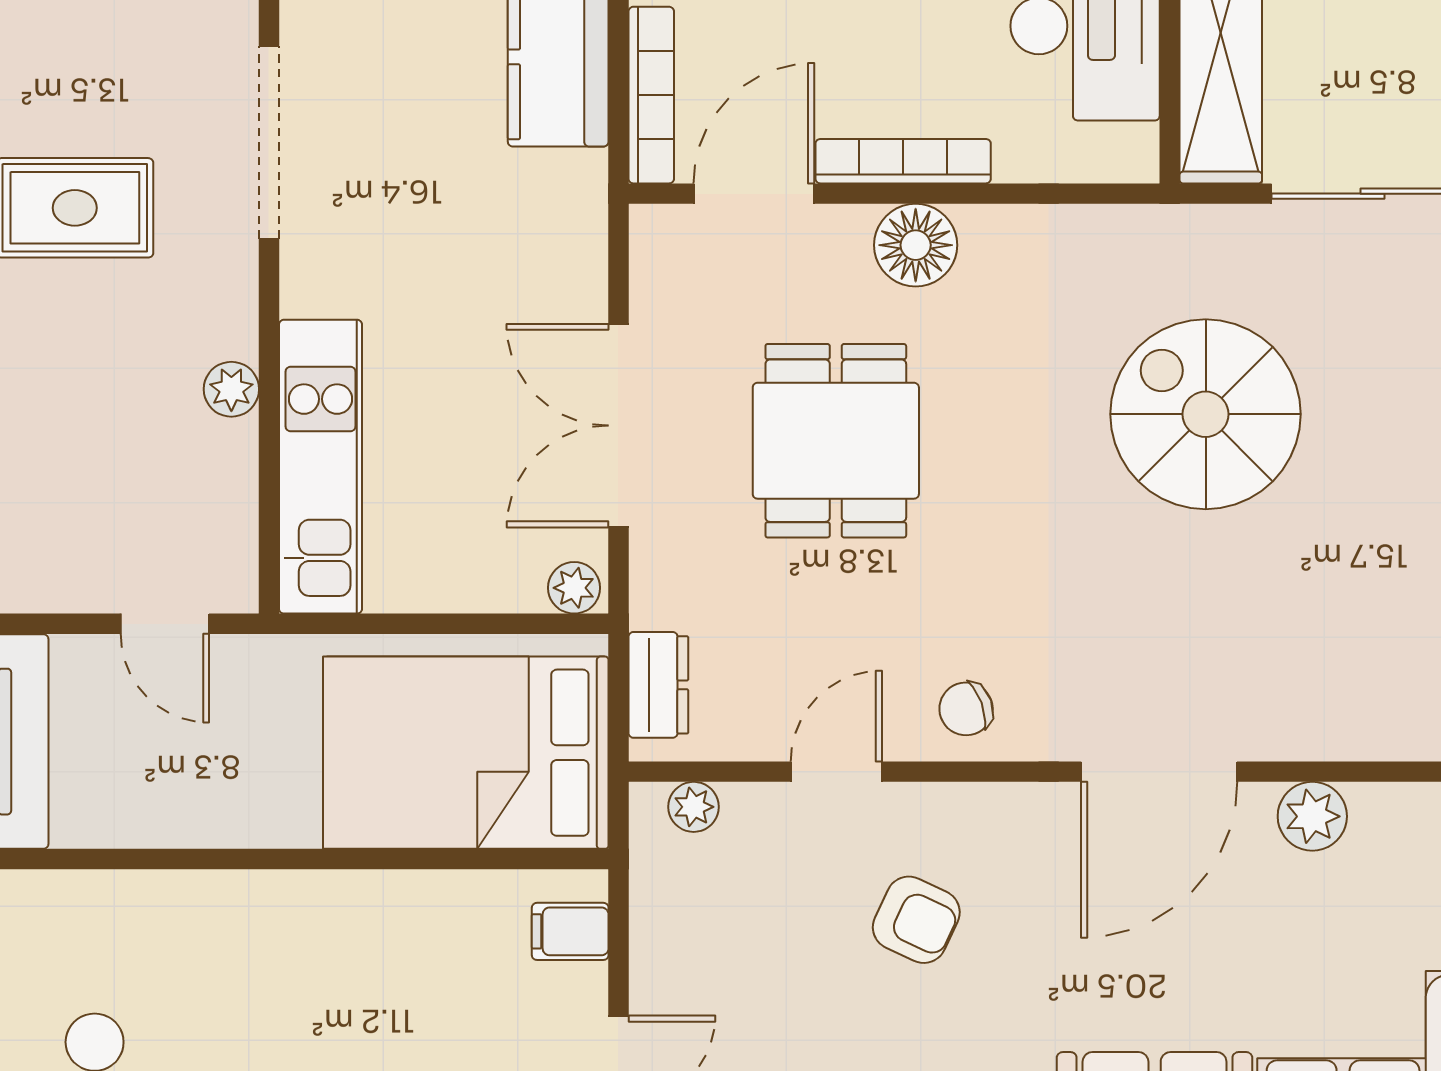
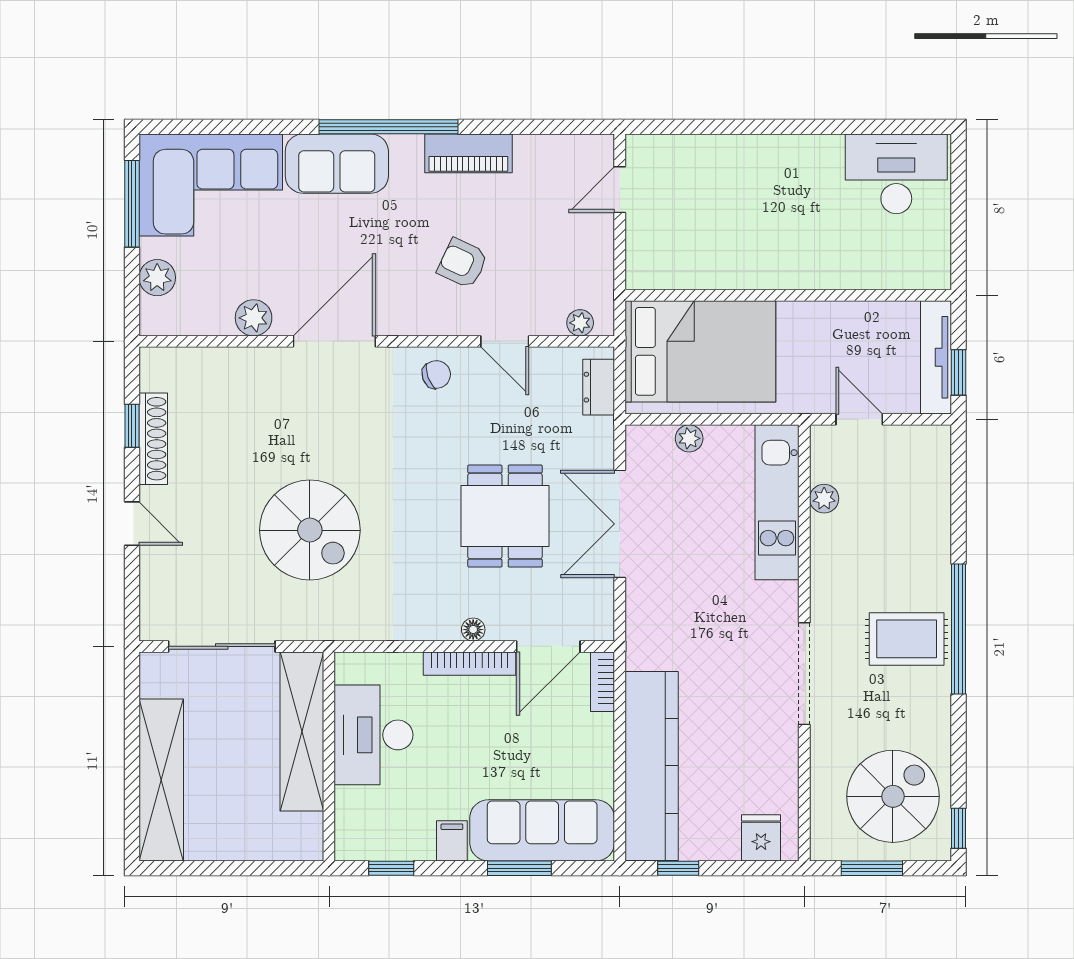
bookcase: (651, 95) -> (602, 682), width x0.64
floor lamp: (916, 245) -> (473, 630), width x0.53, depth x0.53
plant: (231, 389) -> (824, 499), moved
double door: (618, 426) -> (620, 524), swing flipped
plant: (574, 588) -> (689, 438), moved
door: (836, 772) -> (505, 341), hinge flipped
filing cabinet: (570, 931) -> (645, 257), removed

